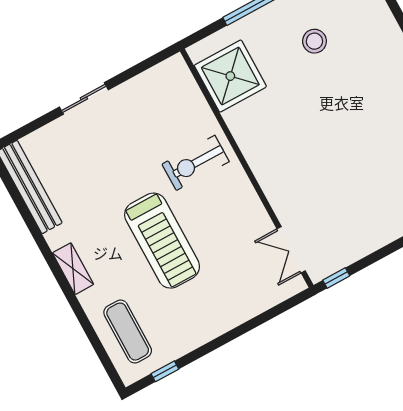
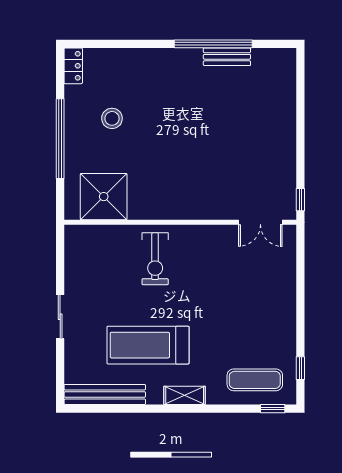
treadmill: (162, 241) -> (148, 345), moved, turned 180
window: (108, 366) -> (273, 409), added

